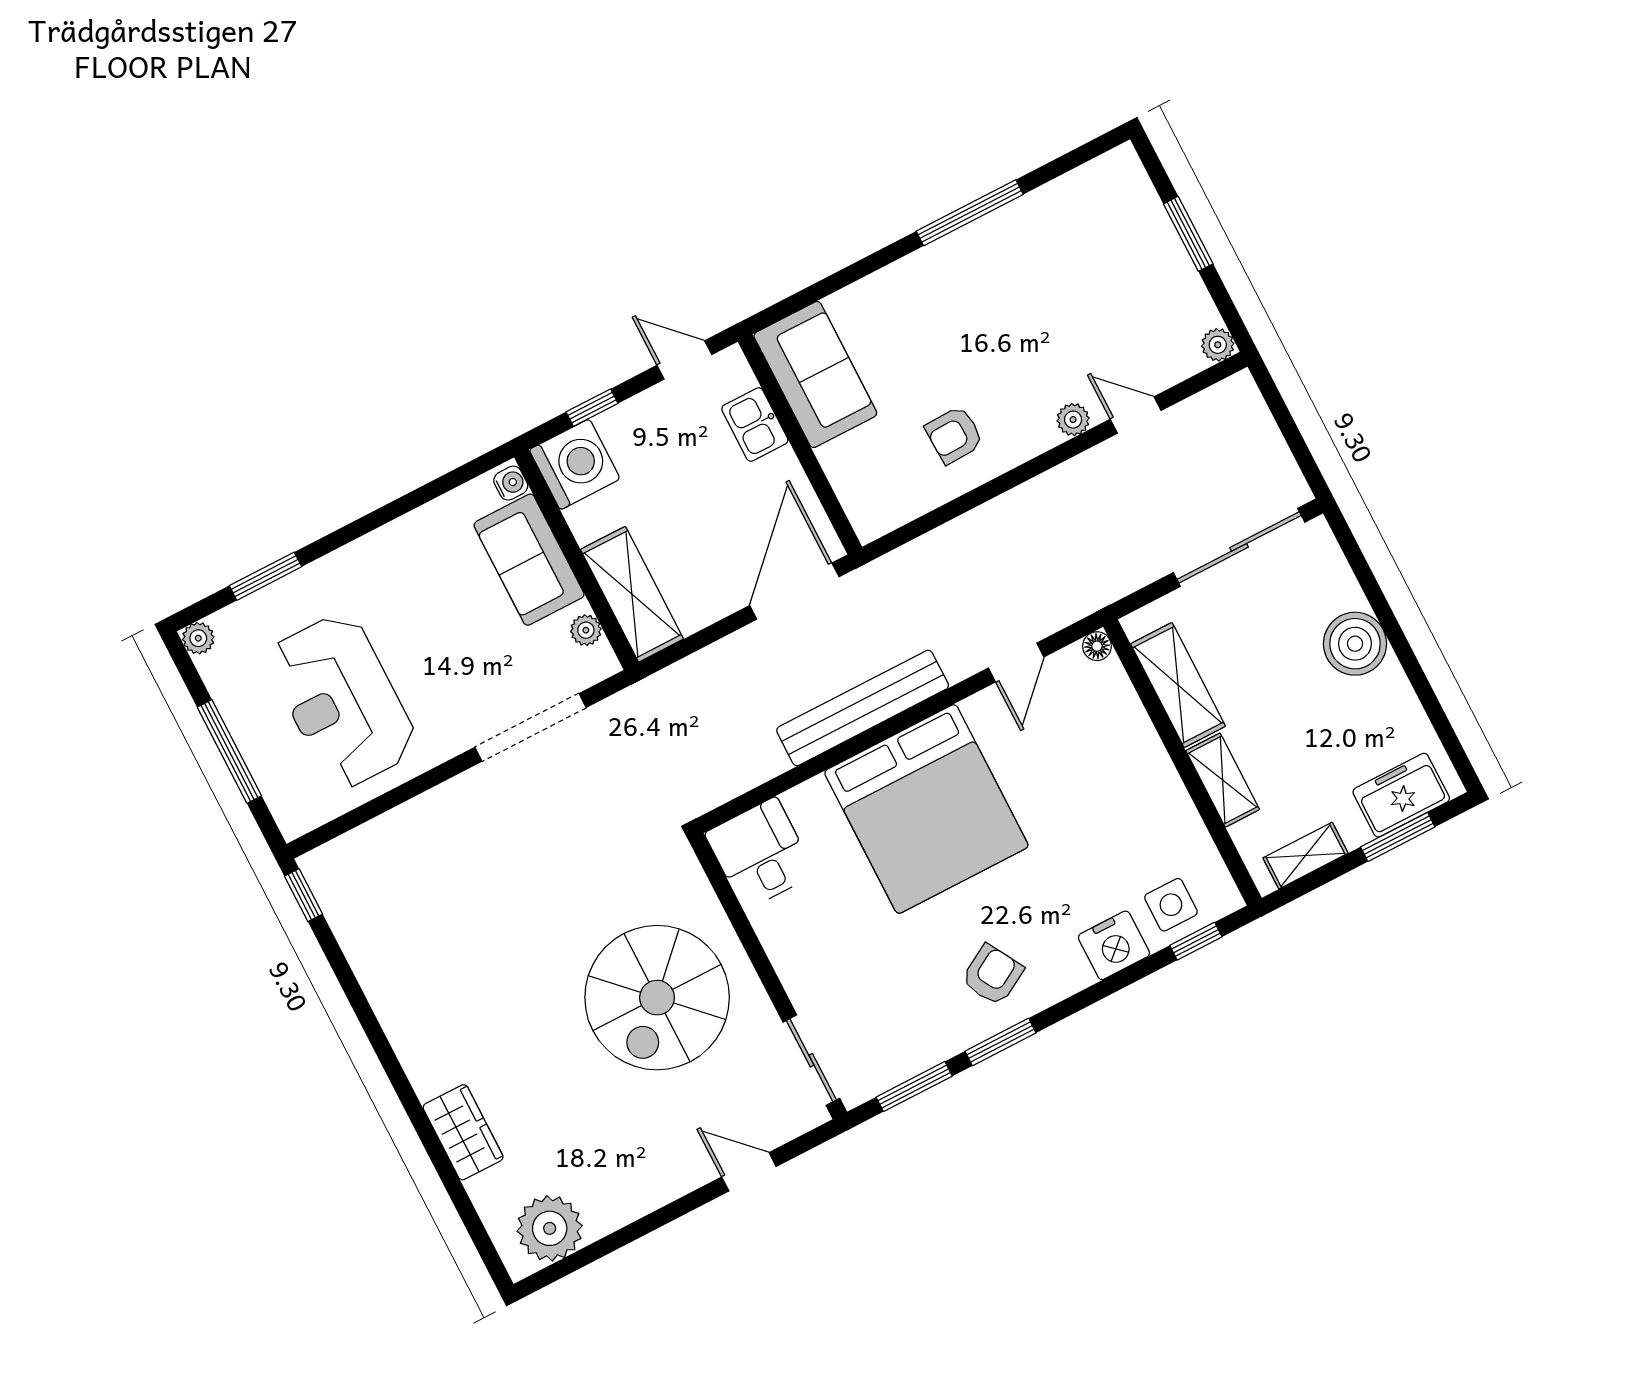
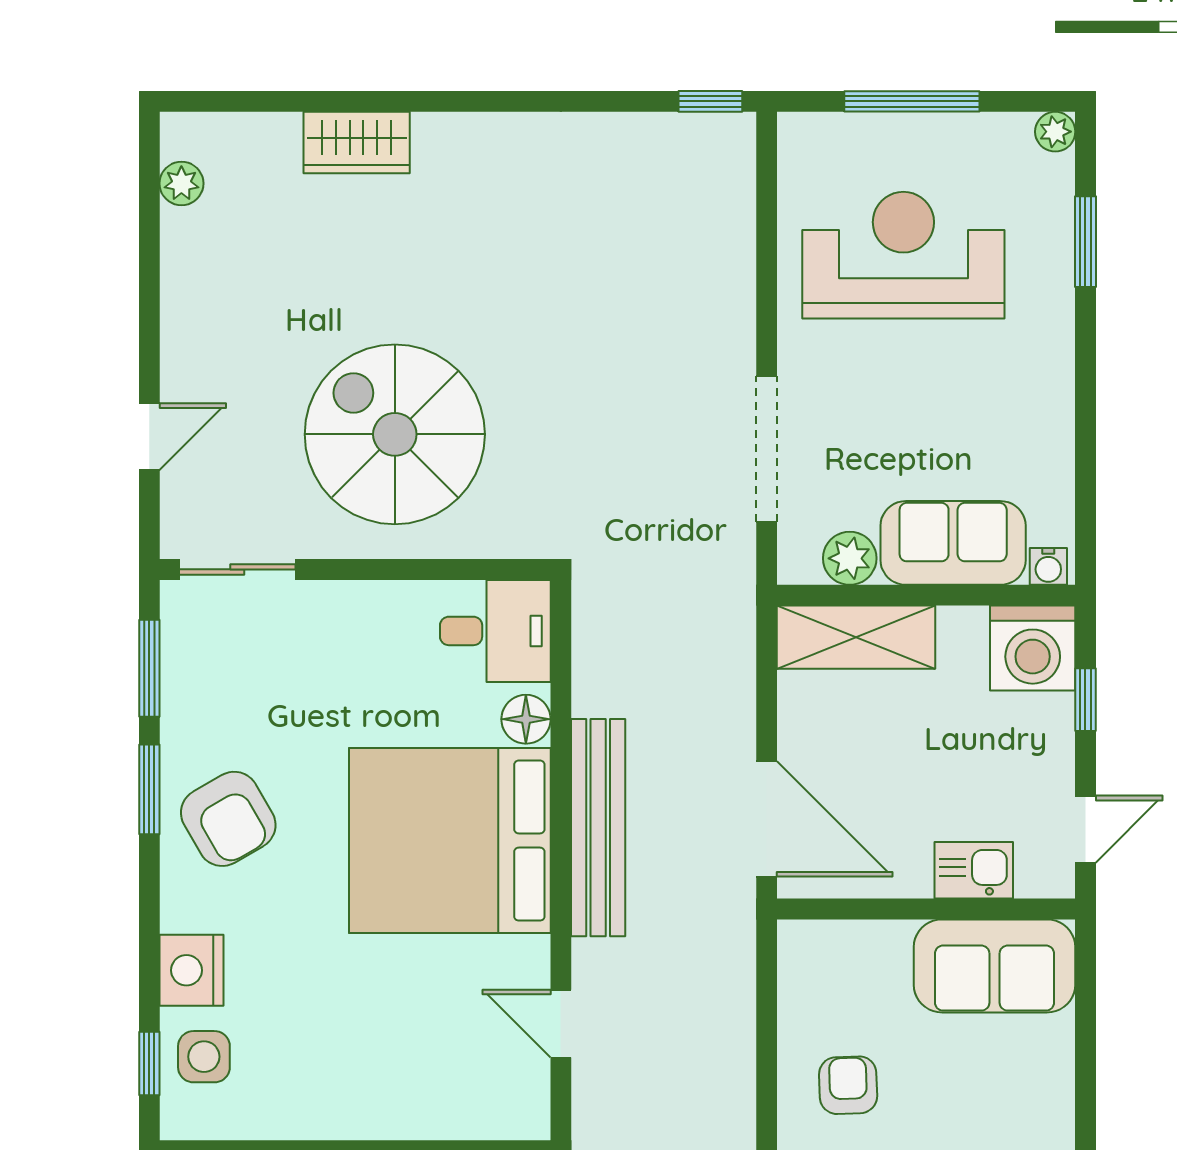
plant: (586, 630) -> (850, 558), width x1.38, depth x1.38
floor lamp: (1097, 646) -> (526, 719), moved, width x1.37, depth x1.37
armchair: (992, 975) -> (228, 819), width x1.38, depth x1.38
plant: (550, 1228) -> (181, 183), width x0.53, depth x0.53

